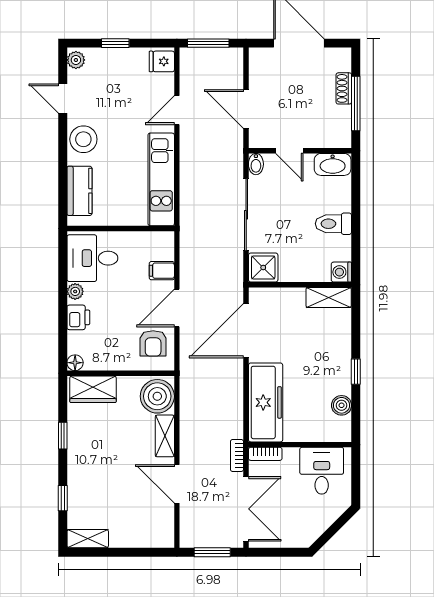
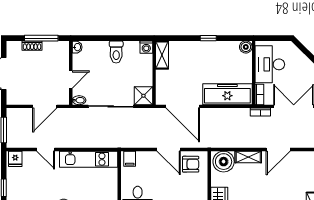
washbasin: (333, 164) -> (77, 47), width x0.52, depth x0.69
filing cabinet: (162, 271) -> (130, 159), moved
boiler: (342, 405) -> (246, 47), moved
desk: (322, 471) -> (270, 64), width x1.37

